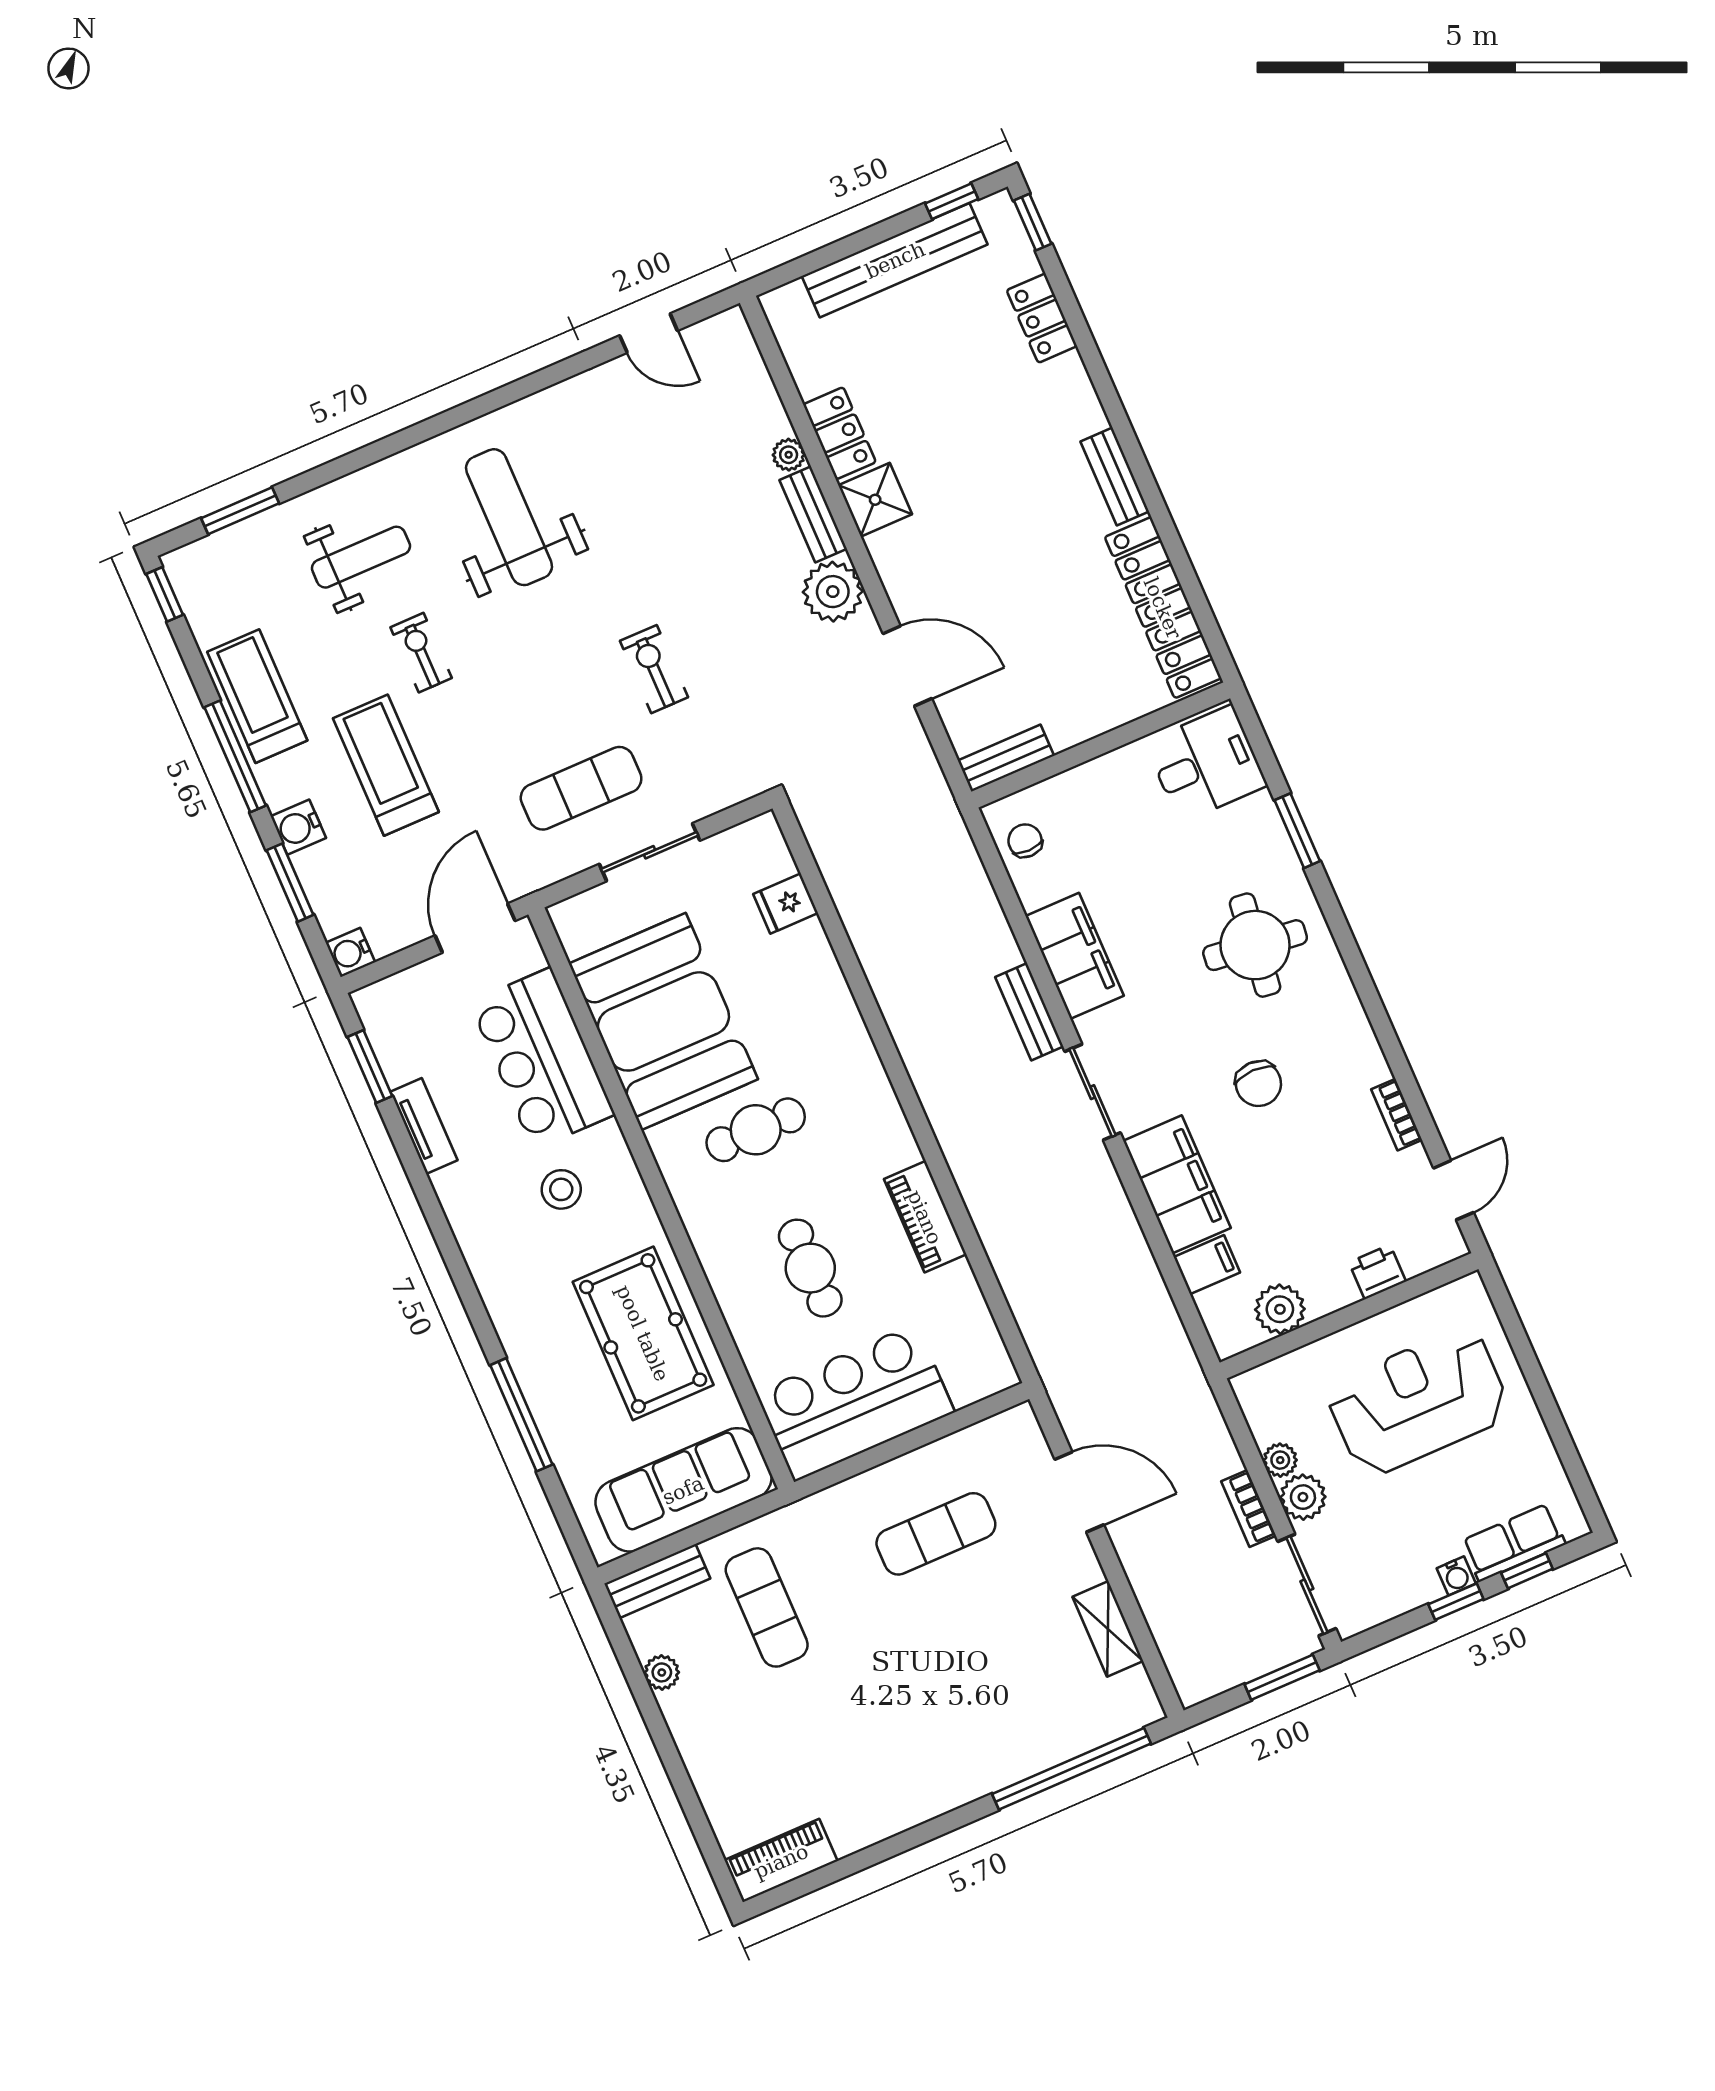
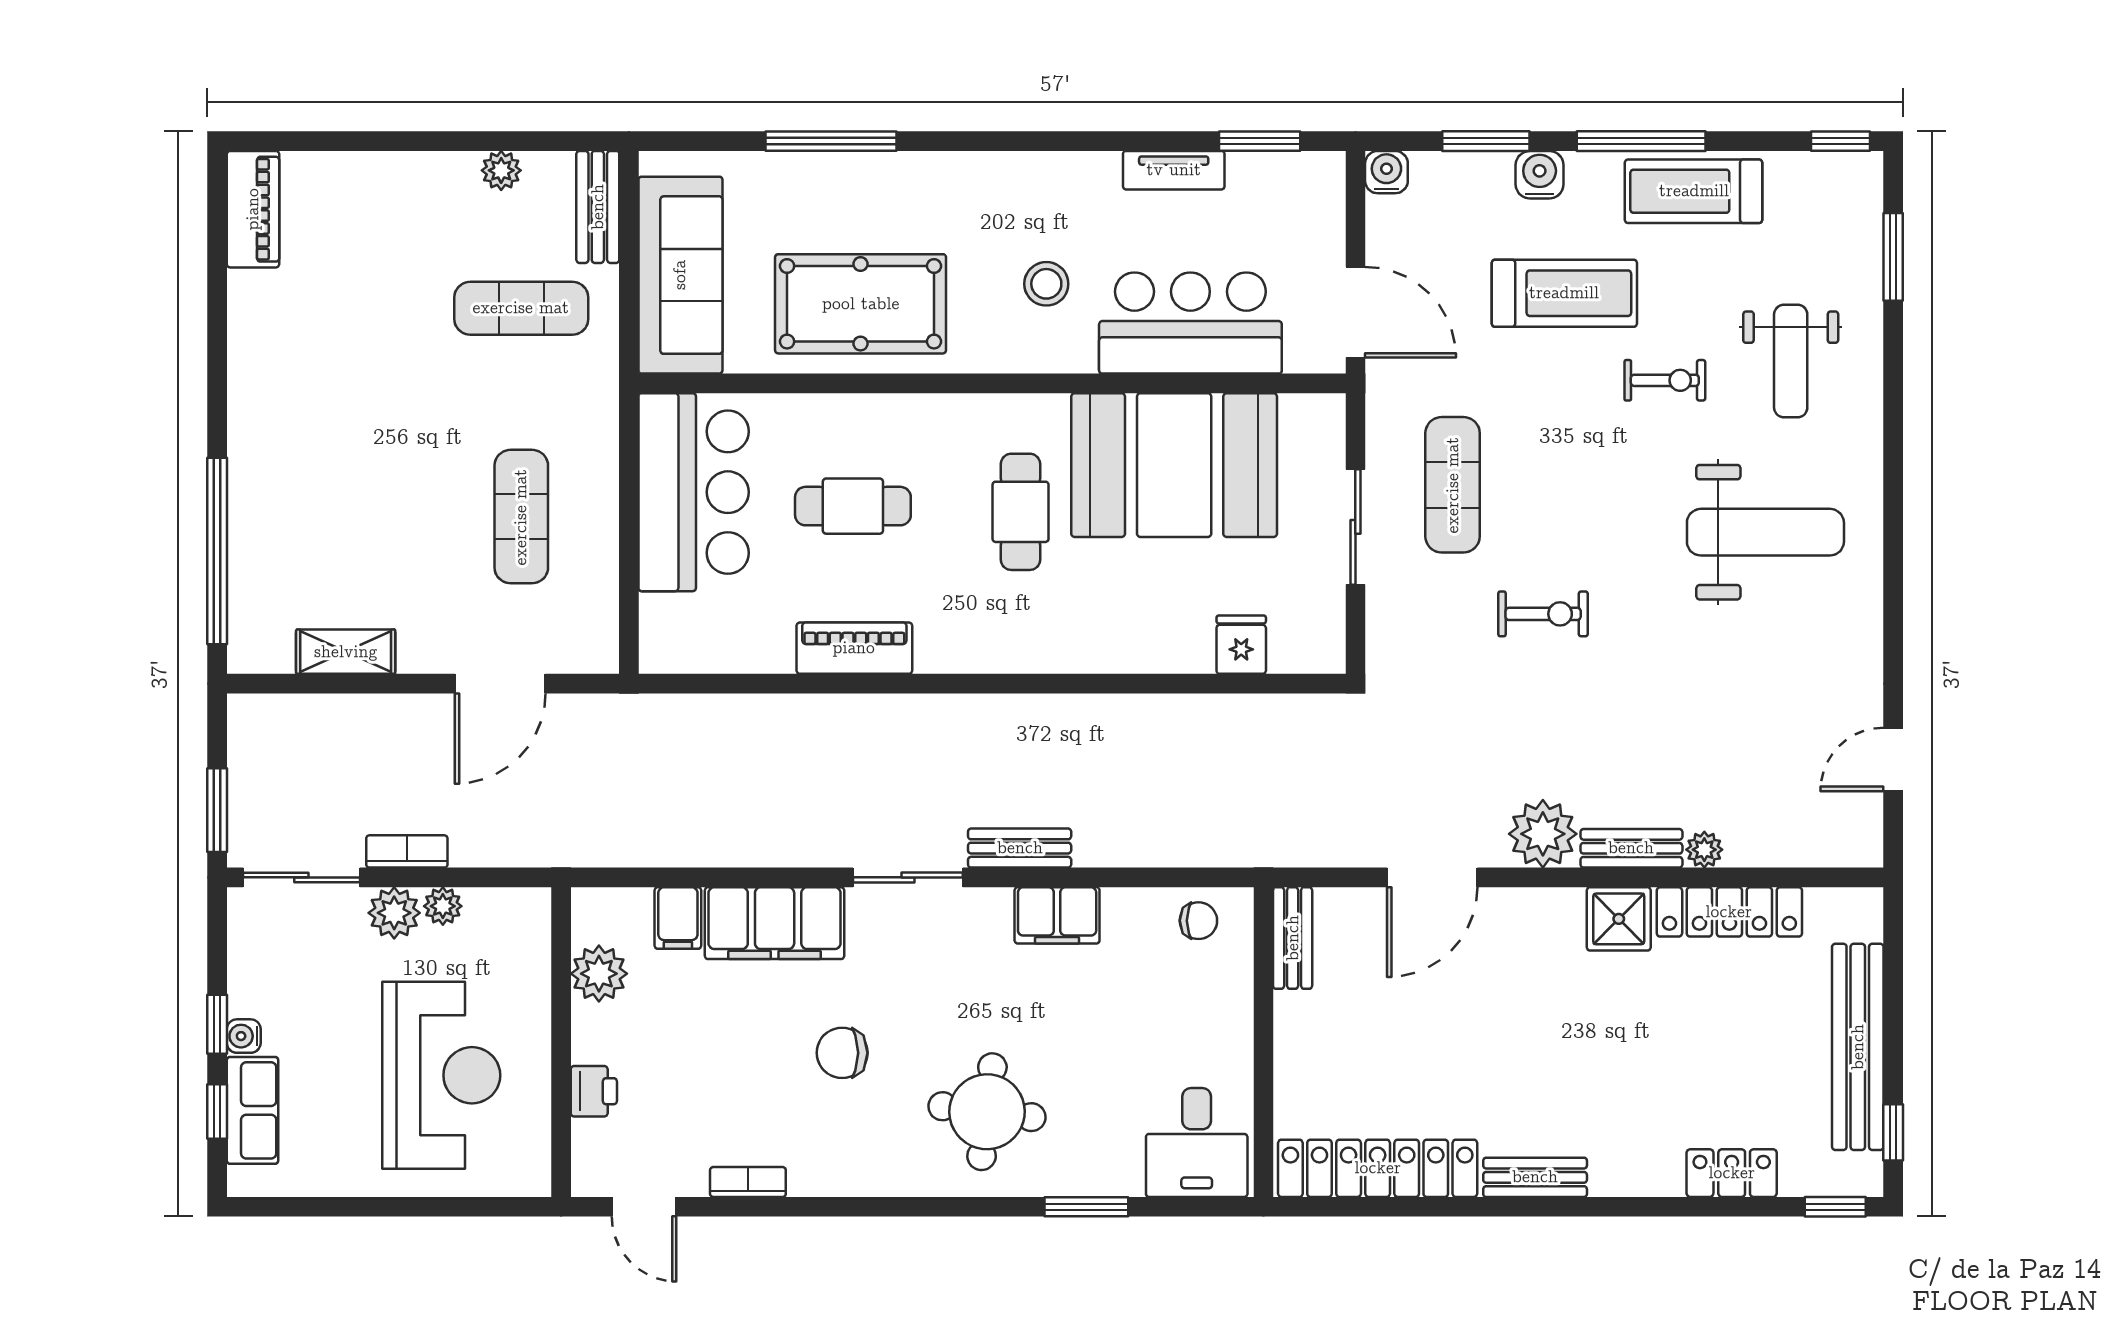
locker: (839, 433) -> (1729, 912), width x1.53
treadmill: (257, 696) -> (1694, 191), turned 180
filing cabinet: (1075, 956) -> (1057, 915), width x0.67, depth x0.86

